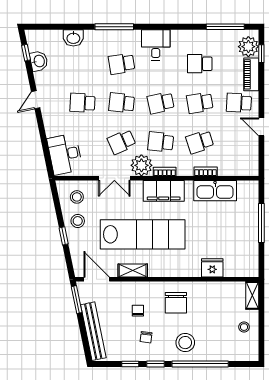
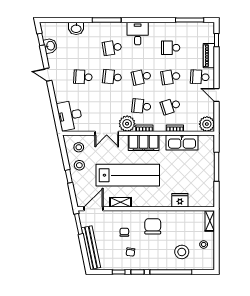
plant: (248, 47) -> (207, 124), moved
door: (36, 100) -> (48, 75), hinge flipped
school desk: (122, 142) -> (112, 106), removed
door: (97, 279) -> (93, 209), hinge flipped
chair: (176, 303) -> (153, 226), turned 180
stool: (185, 343) -> (182, 252), moved

